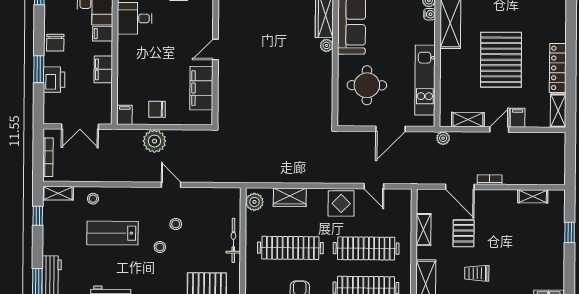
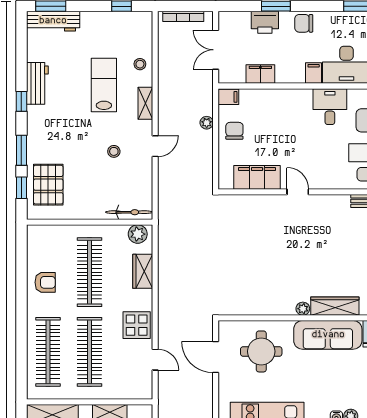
filing cabinet: (103, 69) -> (260, 74), moved
door: (391, 129) -> (216, 357), moved
plant: (154, 141) -> (207, 123), width x0.53, depth x0.53
door: (374, 186) -> (155, 360), swing flipped
shelving: (58, 193) -> (145, 103), moved
bicycle: (233, 240) -> (129, 212), moved
stool: (160, 247) -> (90, 135), removed

